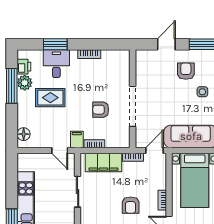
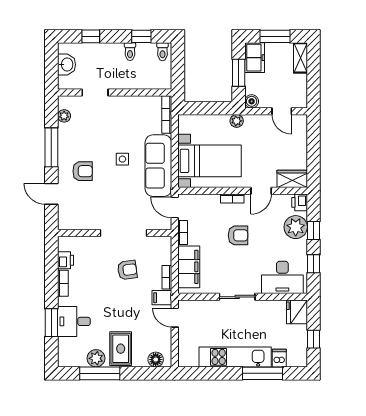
printer: (24, 67) -> (66, 260), moved, turned 90
armchair: (186, 71) -> (83, 171), turned 180
side table: (202, 92) -> (122, 159), moved
rug: (50, 98) -> (121, 349), moved
armchair: (101, 110) -> (127, 270), turned -98
door: (60, 150) -> (175, 318), swing flipped
sliding door: (78, 192) -> (237, 297), moved

